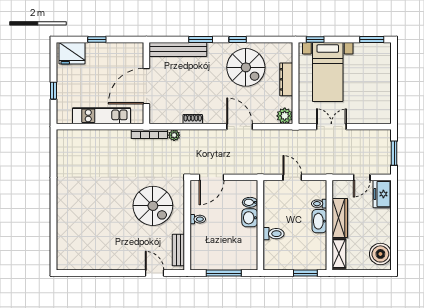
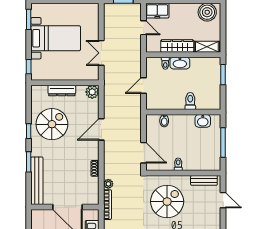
bed with nightstands: (328, 72) -> (56, 38), moved
washbasin: (250, 218) -> (203, 121), moved
door: (155, 273) -> (223, 200), swing flipped

